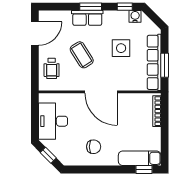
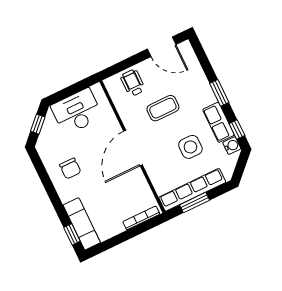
row of seats: (87, 18) -> (219, 122), moved
coffee table: (82, 55) -> (163, 108), turned 32
wheelchair: (52, 68) -> (133, 83), turned 90

